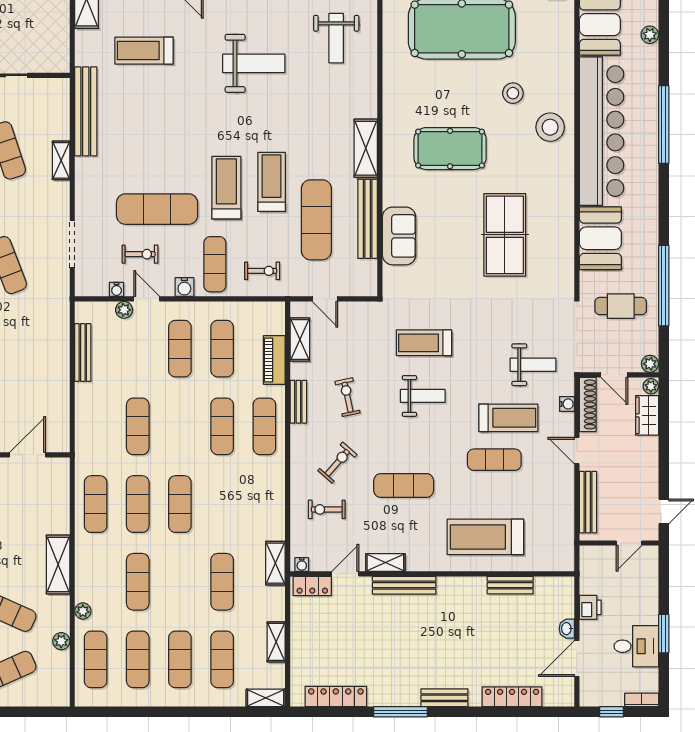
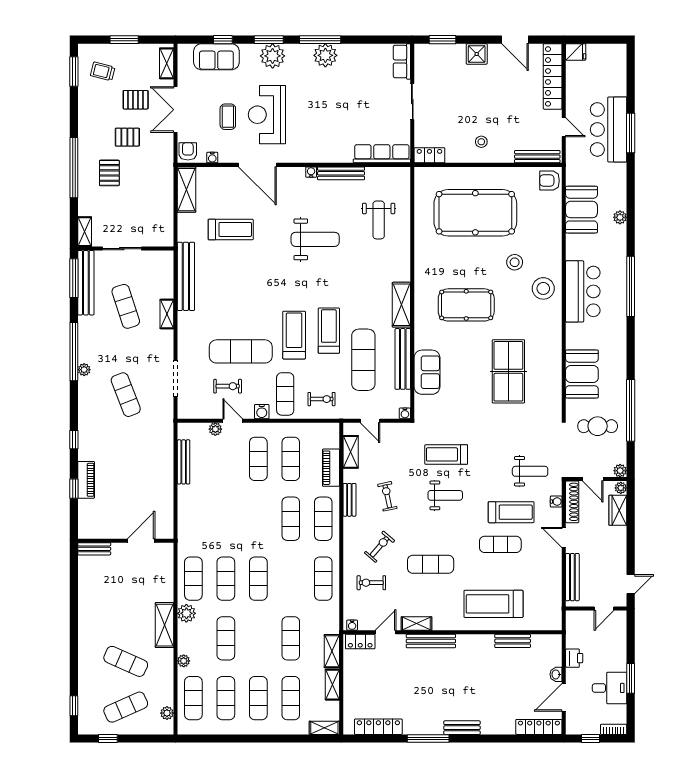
treadmill: (144, 51) -> (231, 229), turned 180
bar counter: (602, 131) -> (583, 291), width x0.54
water cooler: (117, 289) -> (405, 413), moved
exercise mat: (138, 426) -> (323, 579), moved
plant: (87, 549) -> (186, 613), added
shelving: (275, 563) -> (332, 651), moved
plant: (61, 641) -> (167, 713), moved
locker: (512, 697) -> (539, 727), moved

